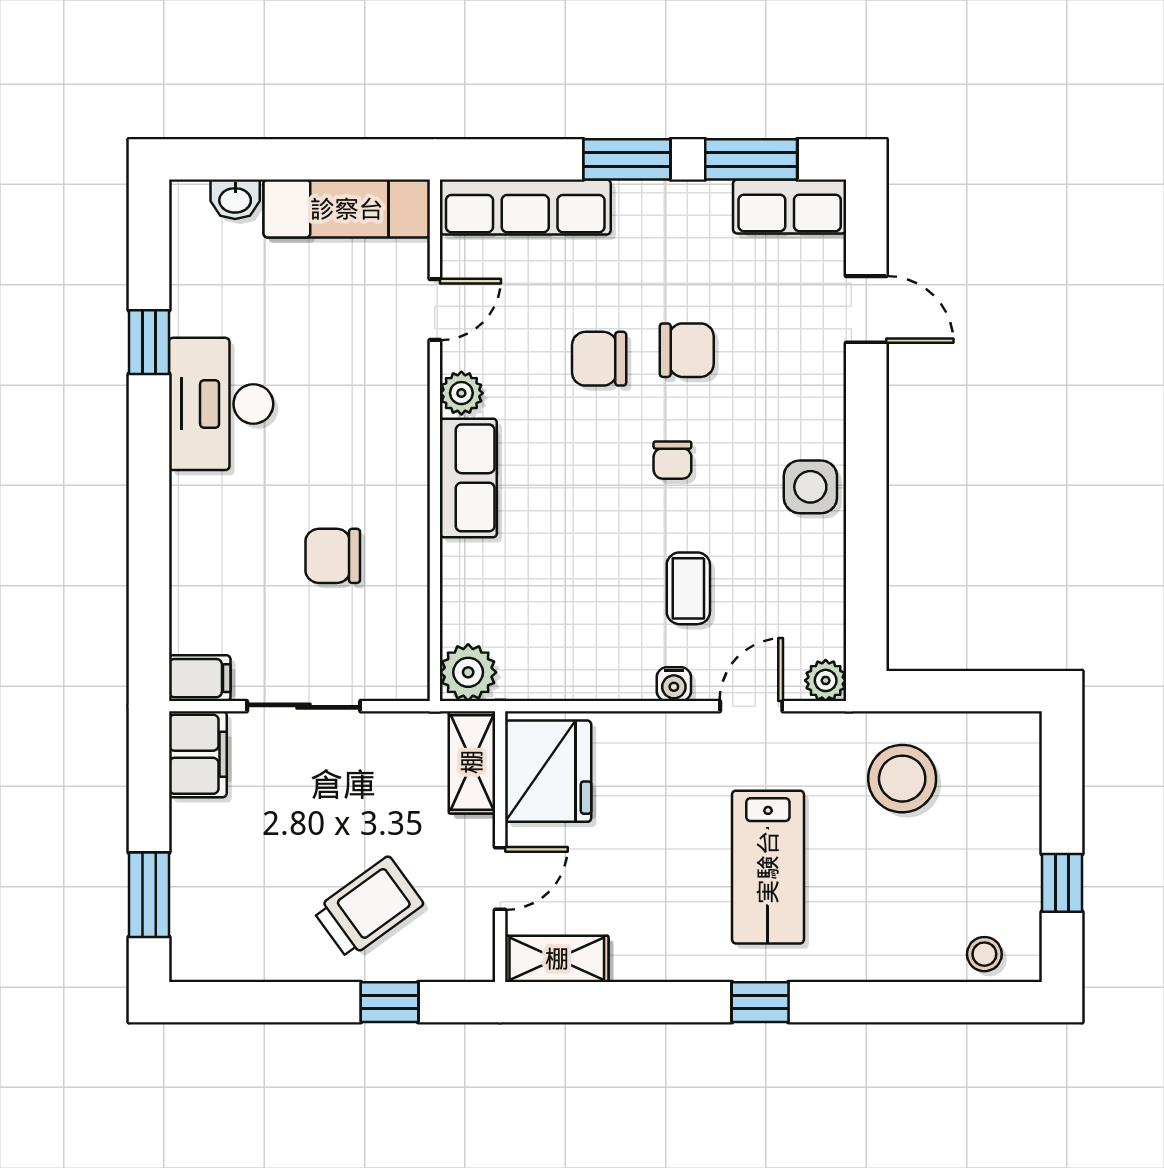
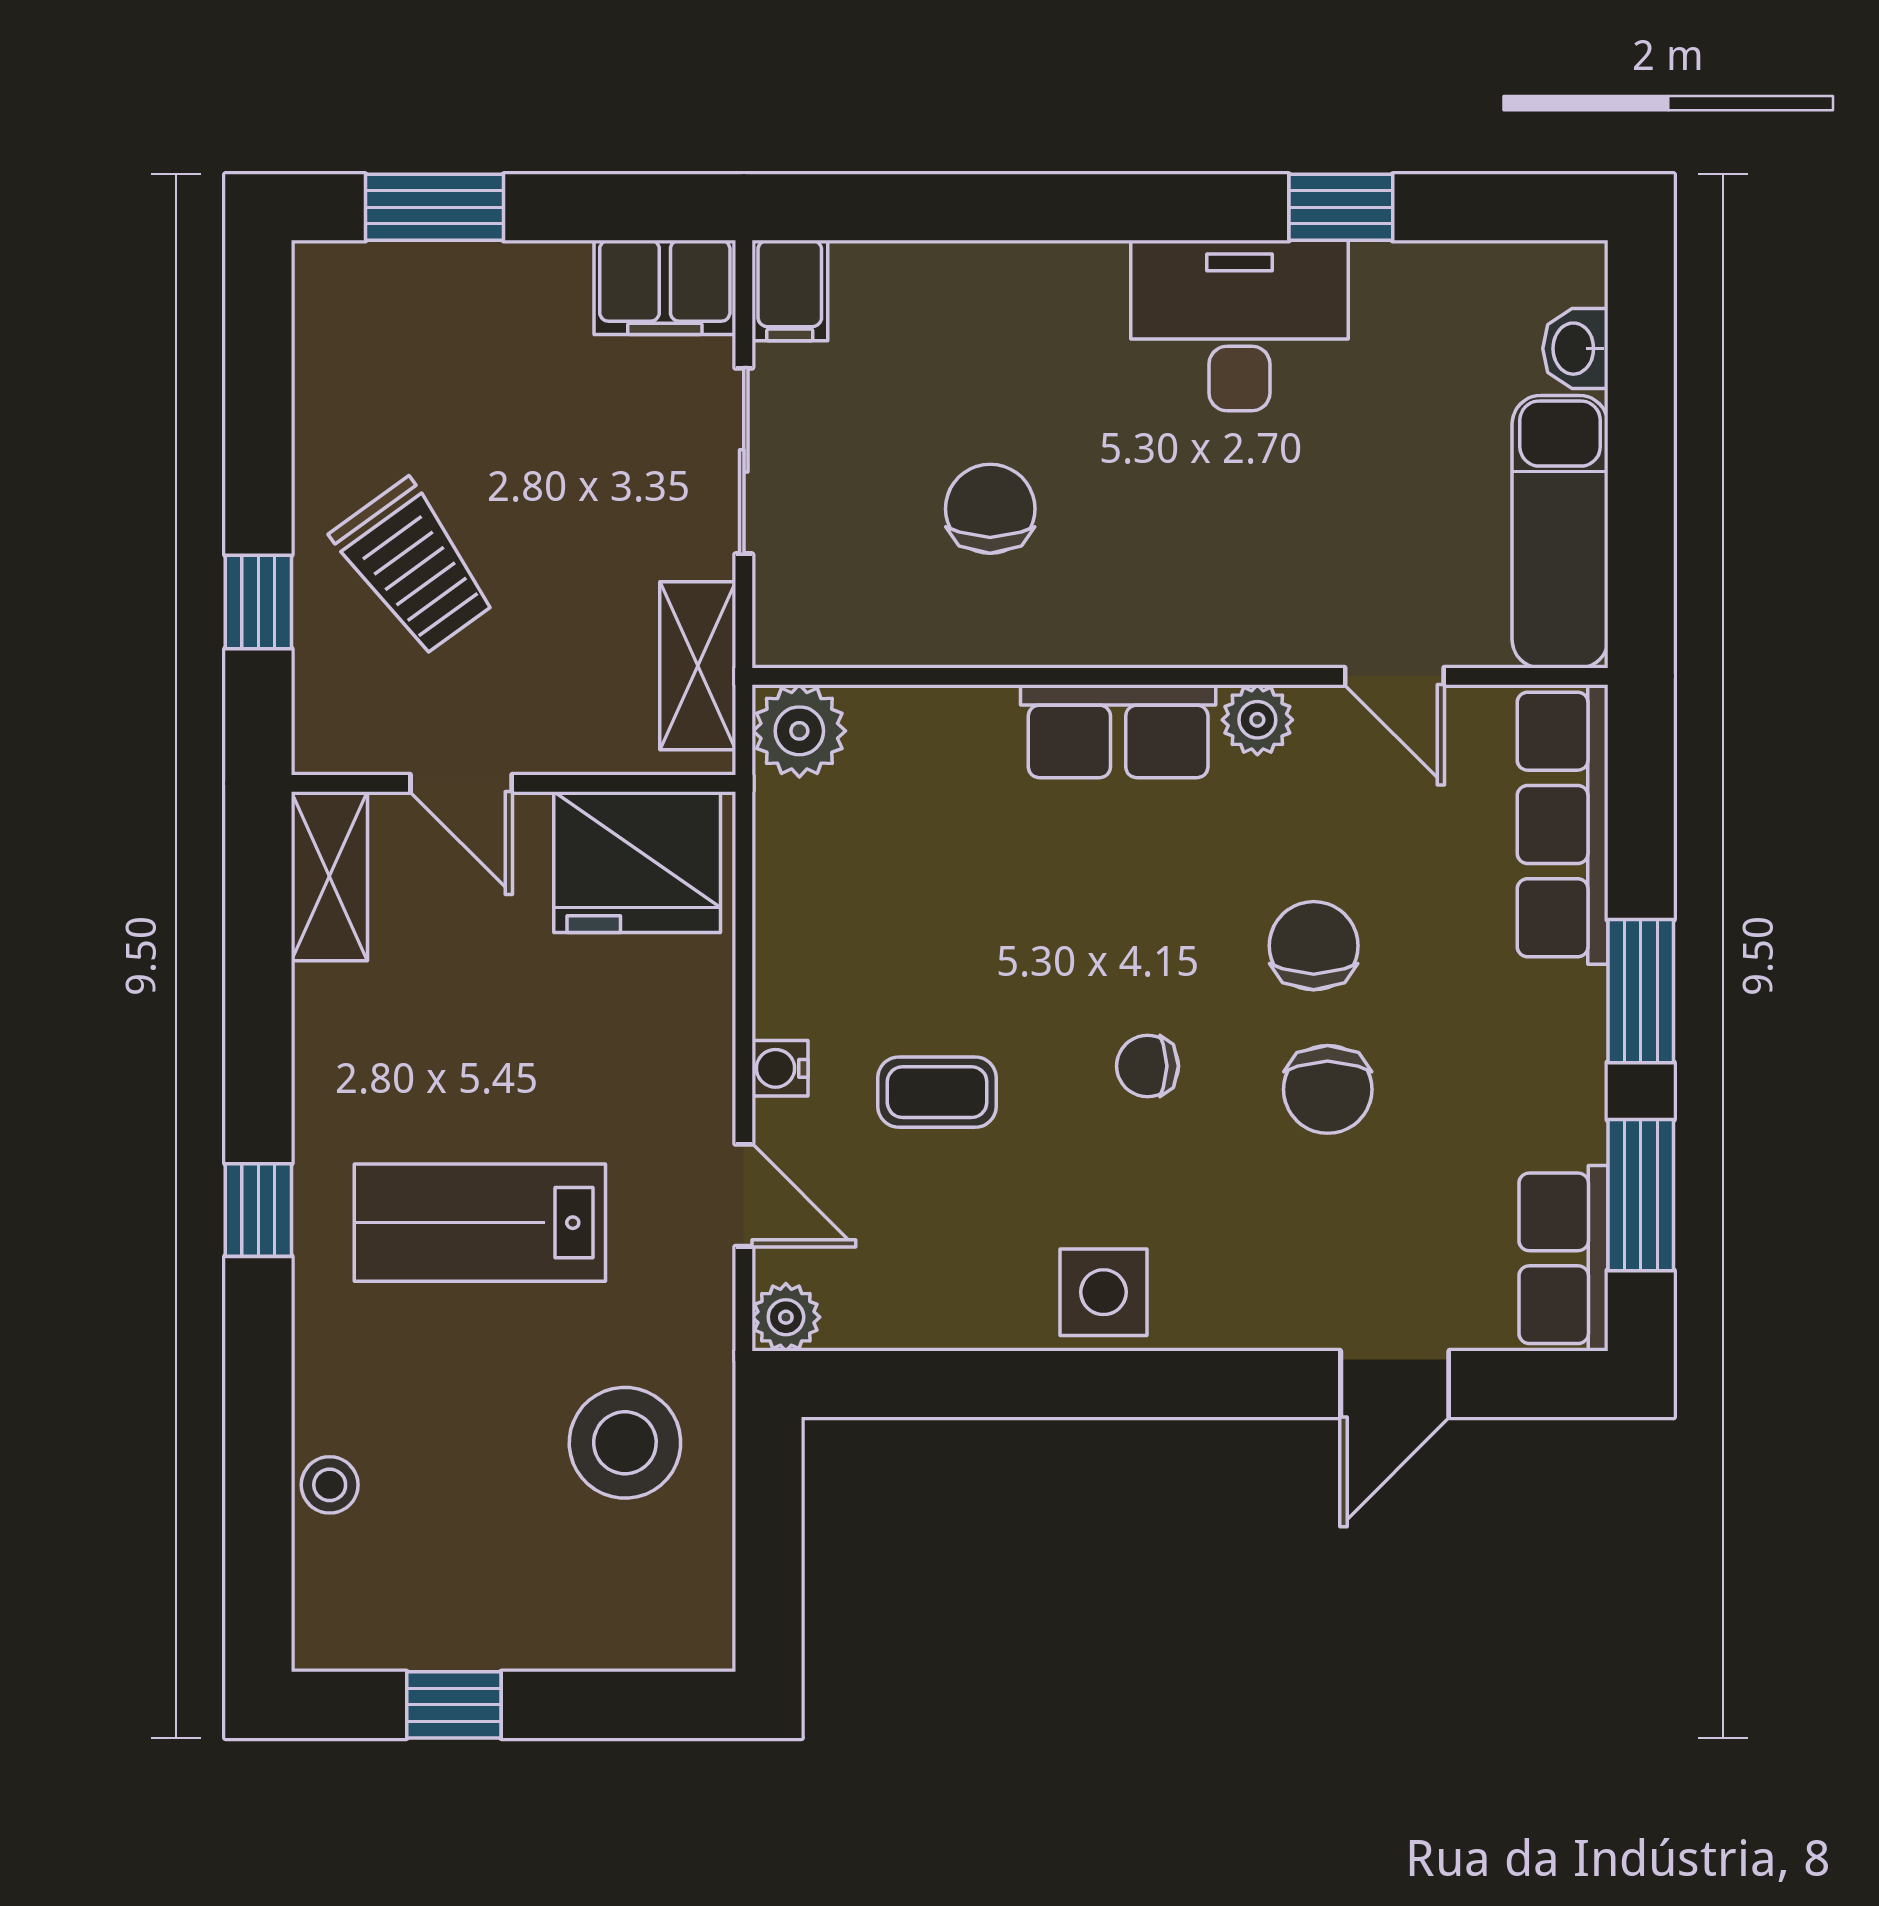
shelving: (472, 762) -> (698, 666), moved, turned 90
stool: (984, 954) -> (330, 1485), moved

